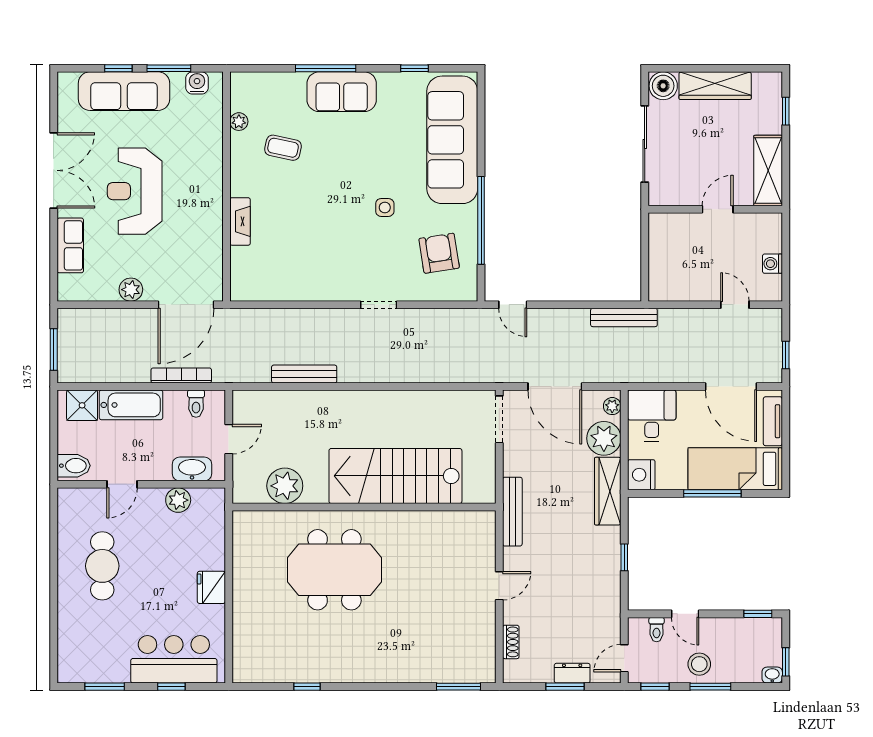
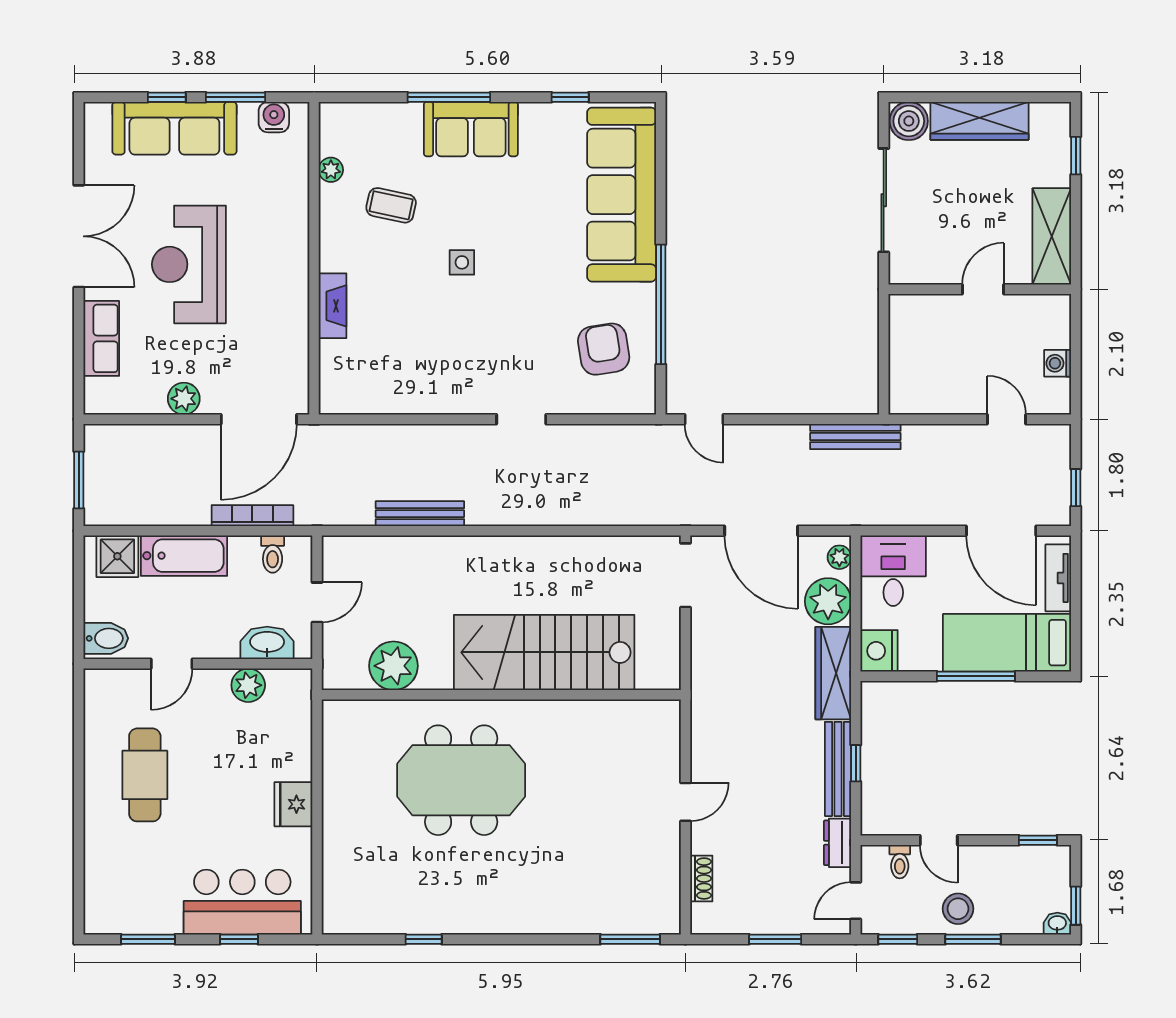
side table: (385, 207) -> (462, 262), moved
bench: (512, 512) -> (838, 769), moved
dresser: (572, 673) -> (838, 843), moved, turned -90

